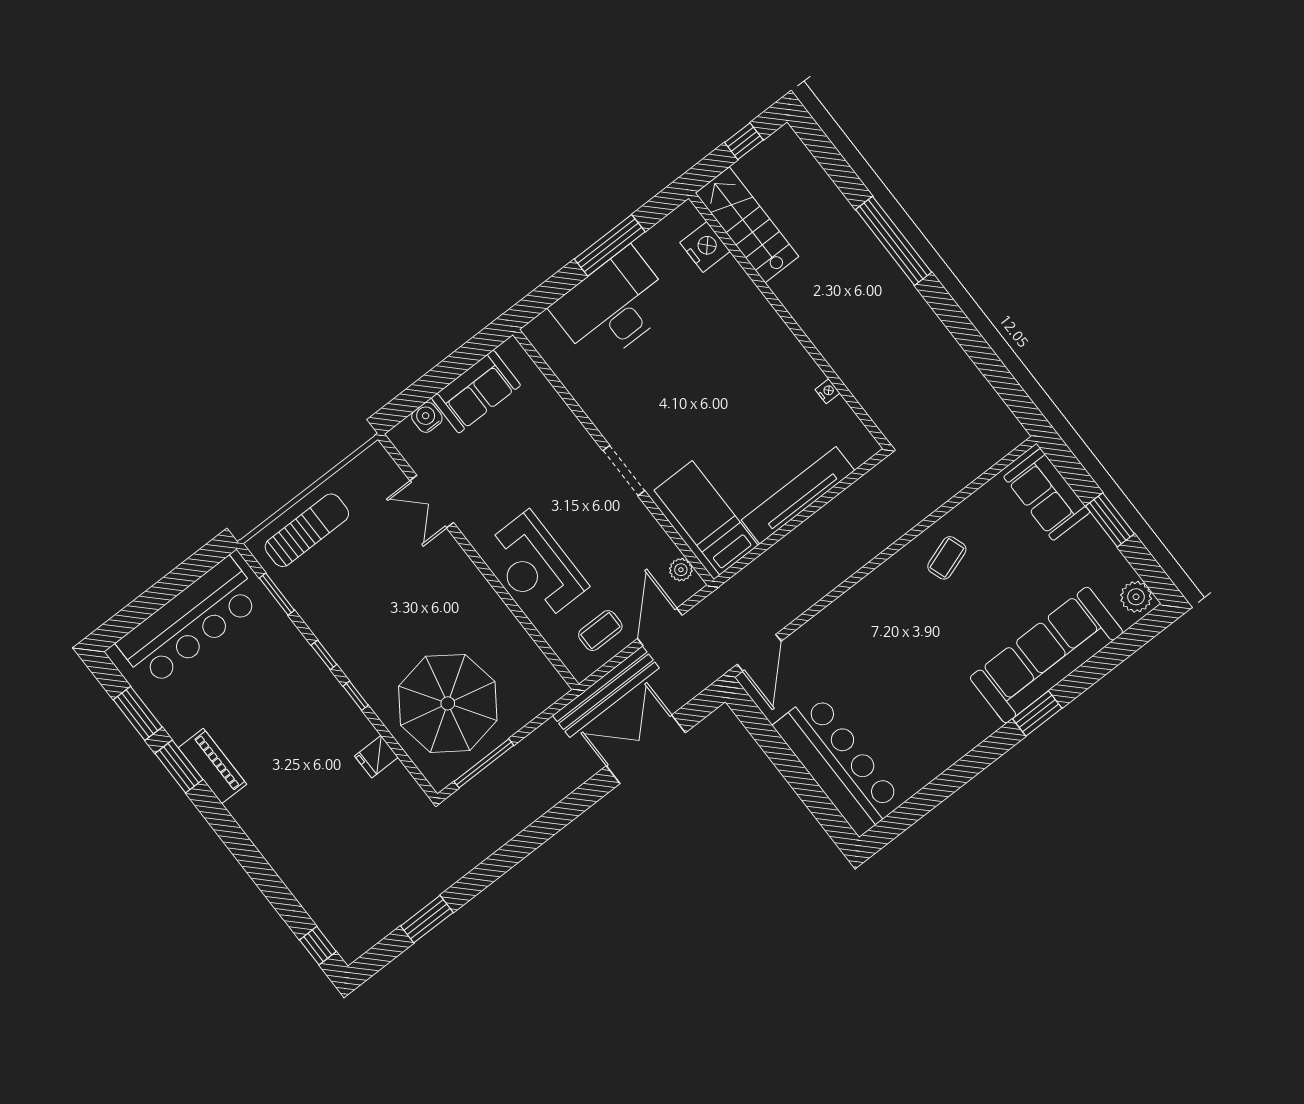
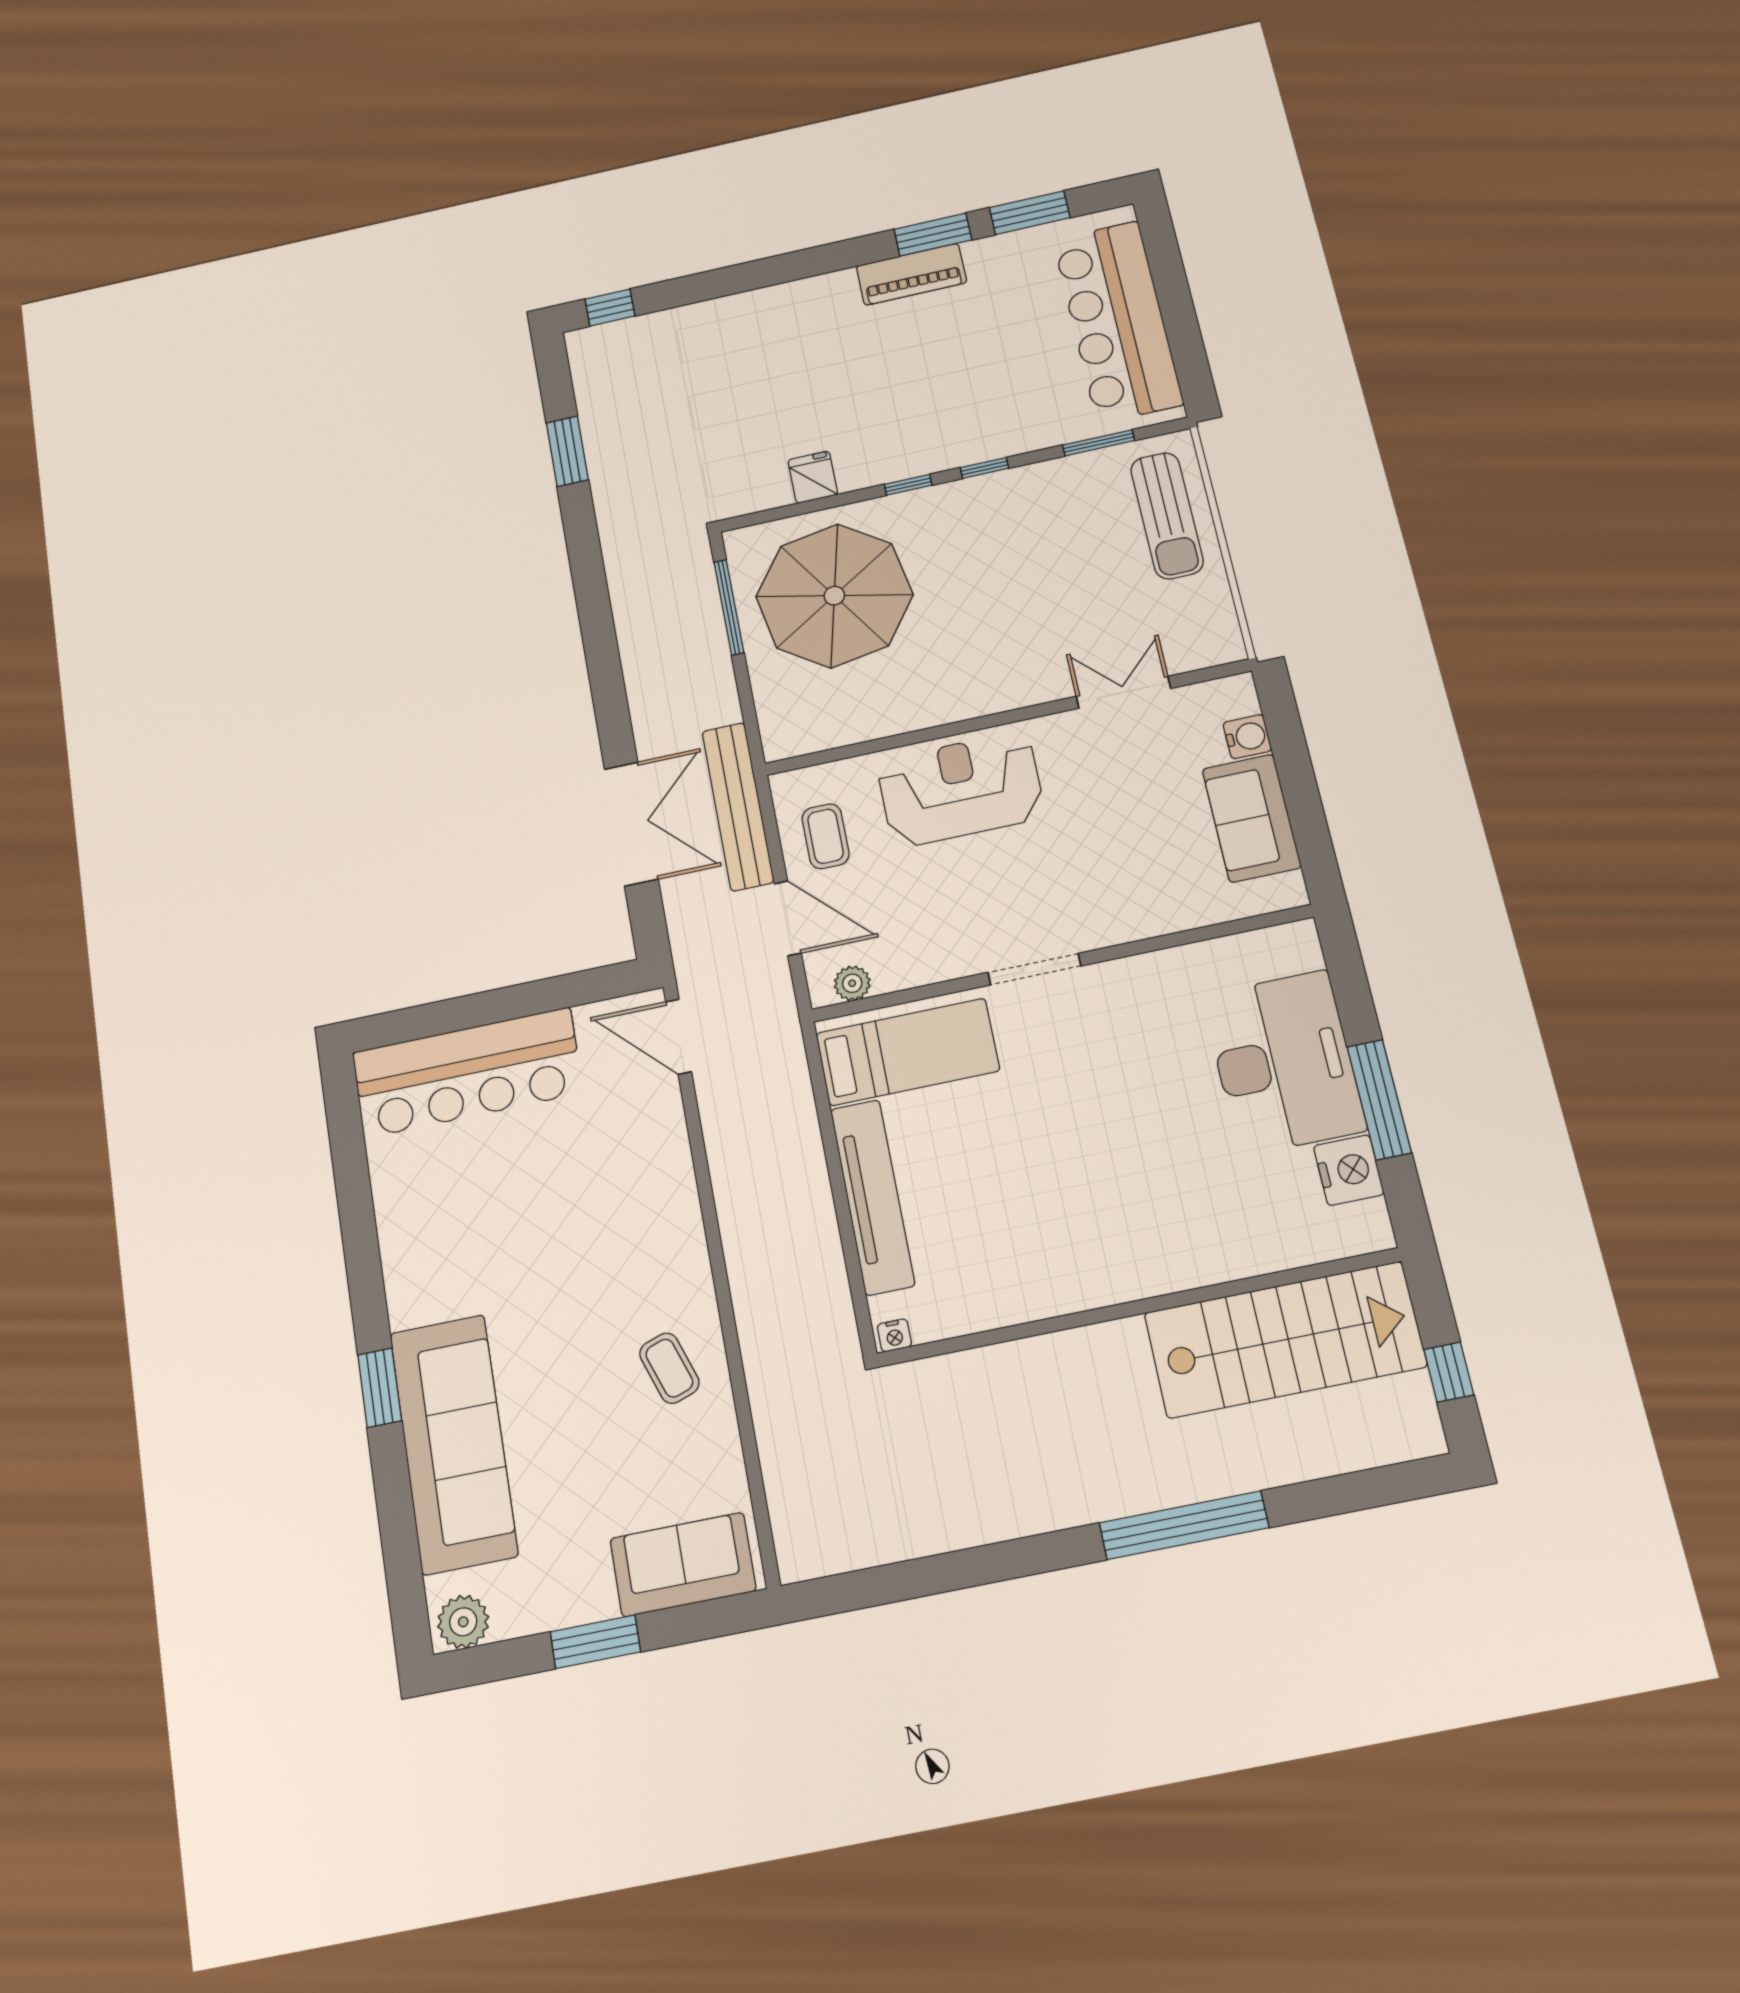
stairs: (747, 225) -> (1285, 1340), width x1.36, depth x1.51
nightstand: (705, 247) -> (1349, 1170), moved, turned -90
nightstand: (827, 391) -> (894, 1335), moved

